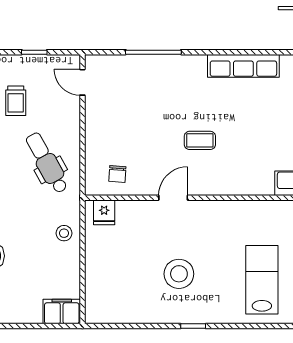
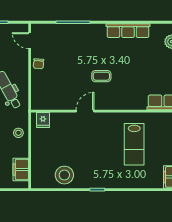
chair: (117, 174) -> (39, 64), moved
stool: (179, 274) -> (64, 175), moved
lab bench: (262, 280) -> (134, 144), moved, turned 180
filing cabinet: (62, 312) -> (21, 170), moved, turned -90

